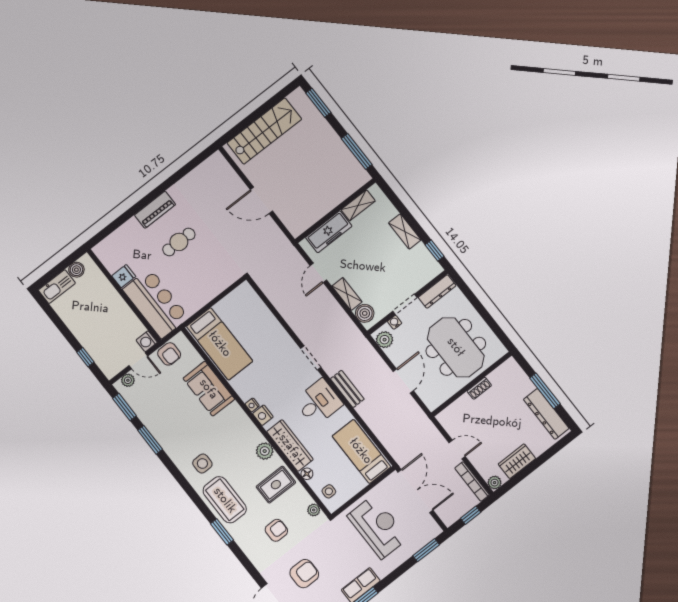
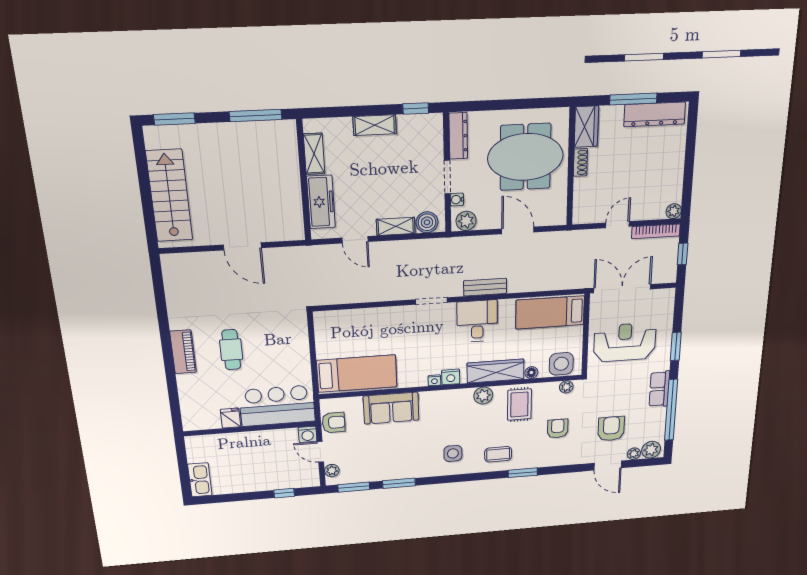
door: (261, 200) -> (242, 246), hinge flipped
boiler: (76, 270) -> (195, 455), removed
door: (138, 361) -> (320, 452), swing flipped
wardrobe: (517, 461) -> (586, 127), moved, turned 180
side table: (329, 491) -> (561, 364), width x1.87, depth x1.87
coffee table: (225, 500) -> (498, 454), width x0.54, depth x0.58
window: (426, 550) -> (676, 346), moved

